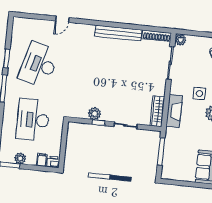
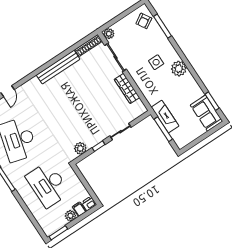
wardrobe: (157, 111) -> (127, 88), moved
fireplace: (174, 111) -> (165, 117), moved
plant: (95, 114) -> (80, 148), moved
plant: (20, 158) -> (70, 216), moved

